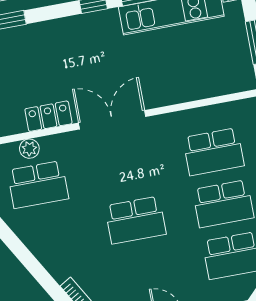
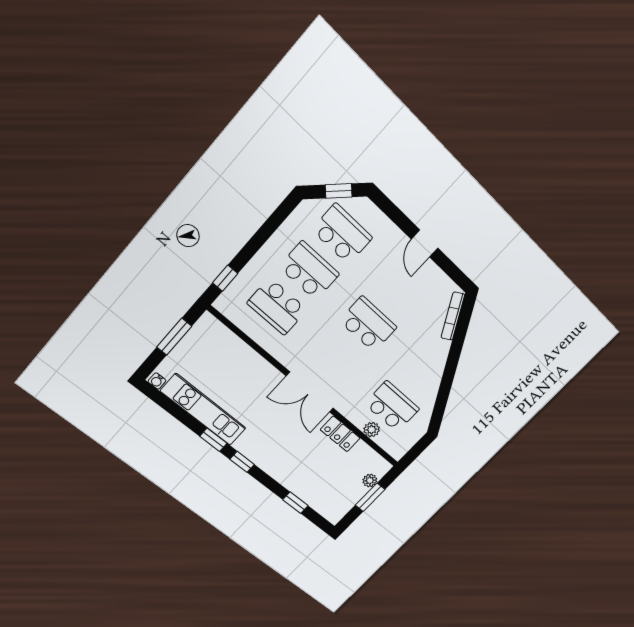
school desk: (214, 152) -> (277, 307), turned 180

